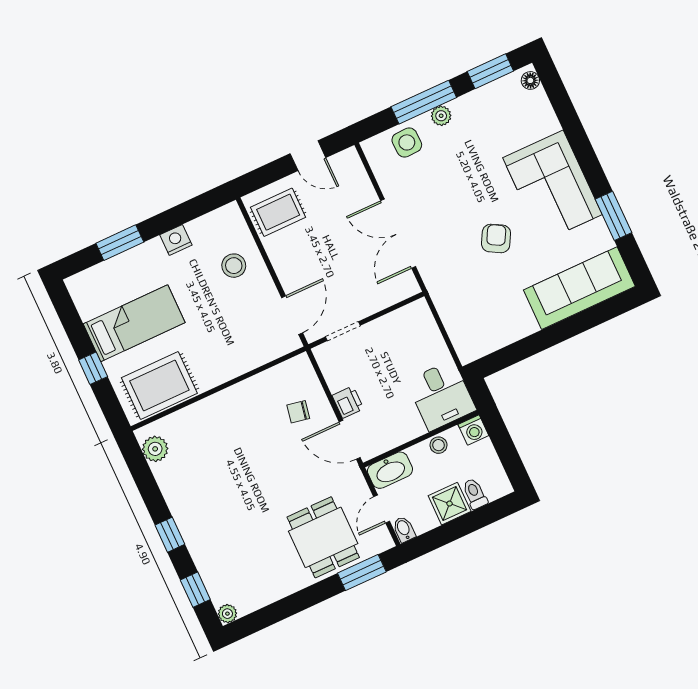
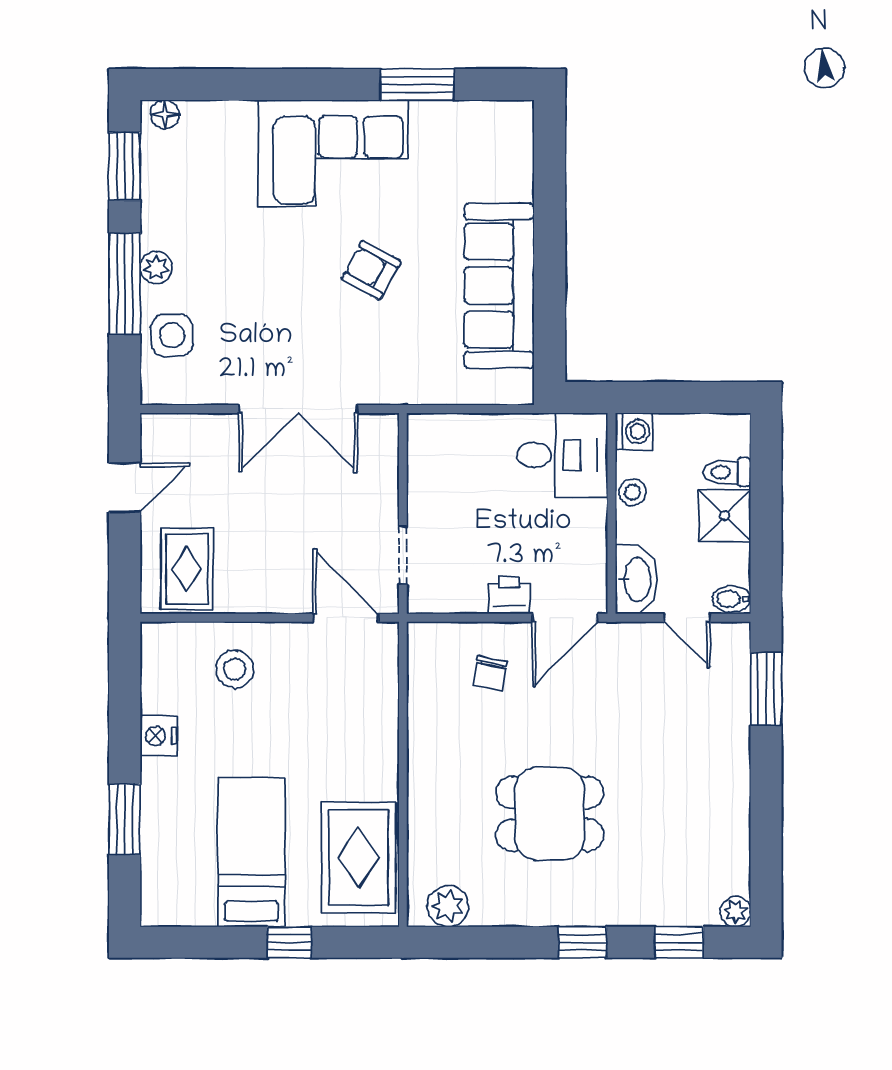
sofa: (579, 288) -> (499, 286), moved
dining table: (323, 537) -> (550, 814), moved

